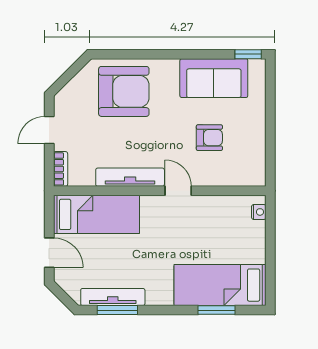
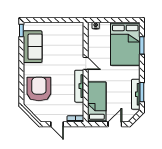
armchair: (209, 138) -> (61, 49), removed
door: (178, 191) -> (86, 63), swing flipped
bed: (220, 285) -> (125, 44), width x1.50

